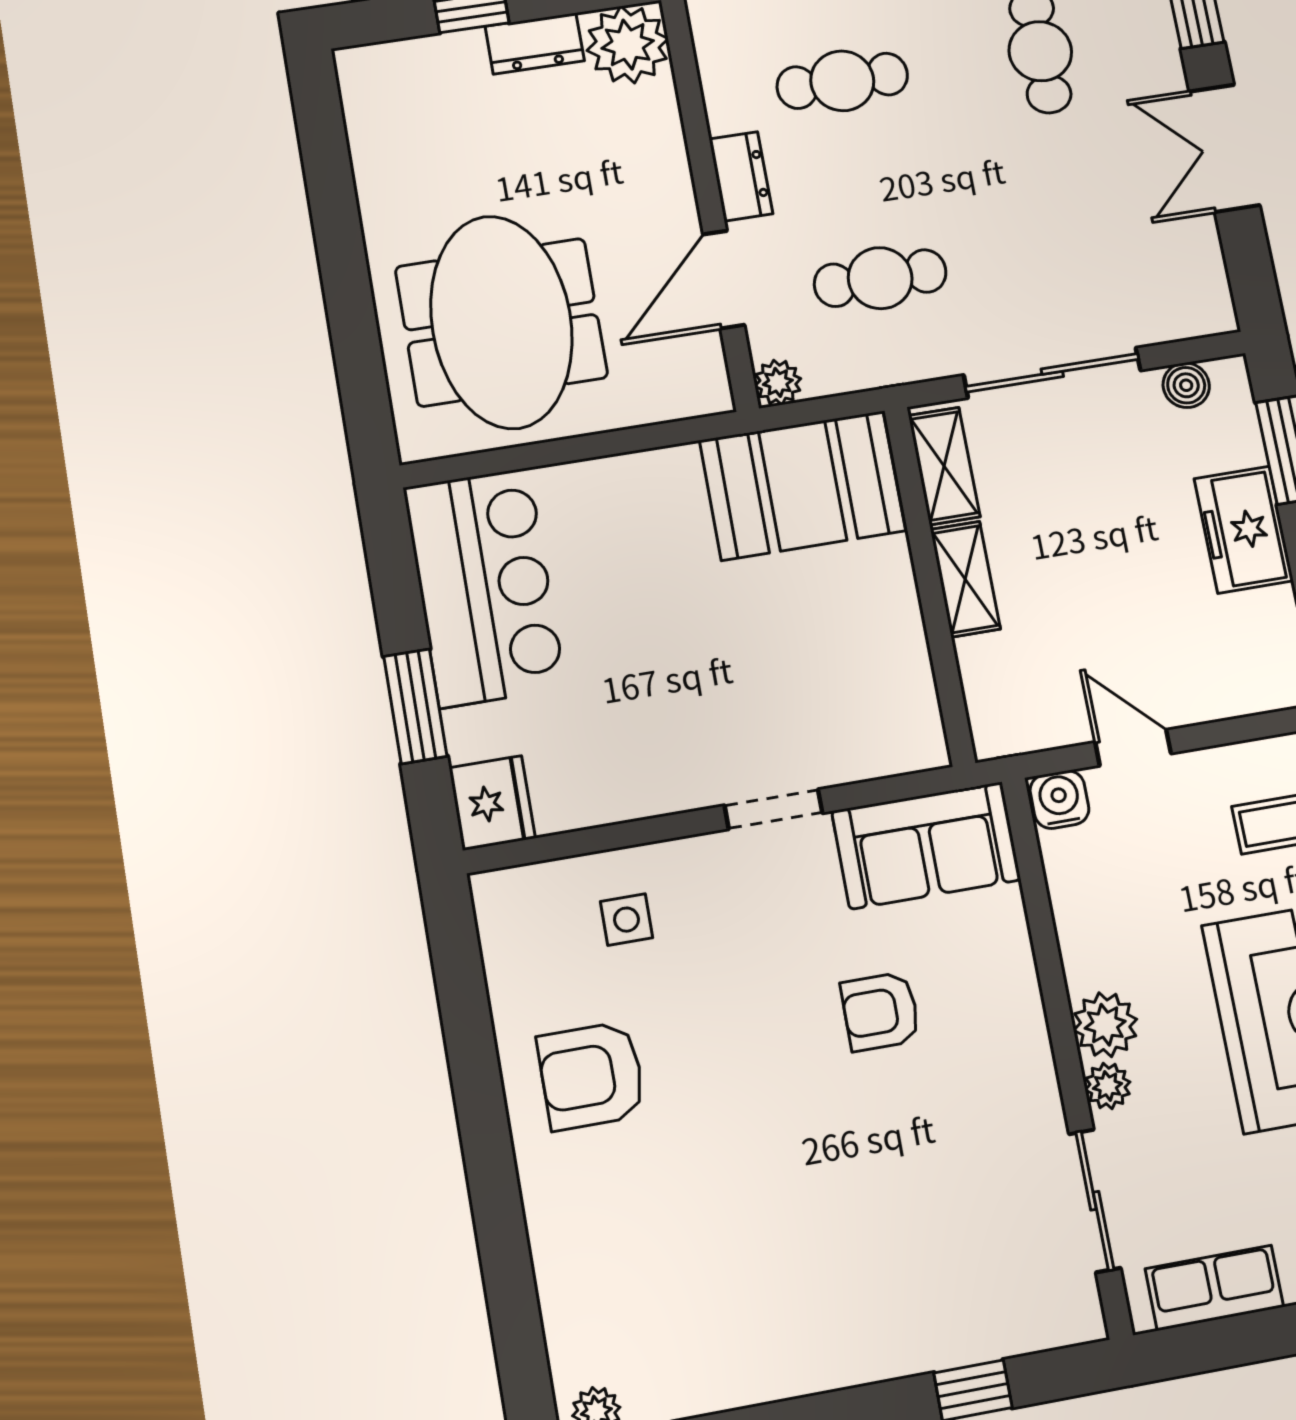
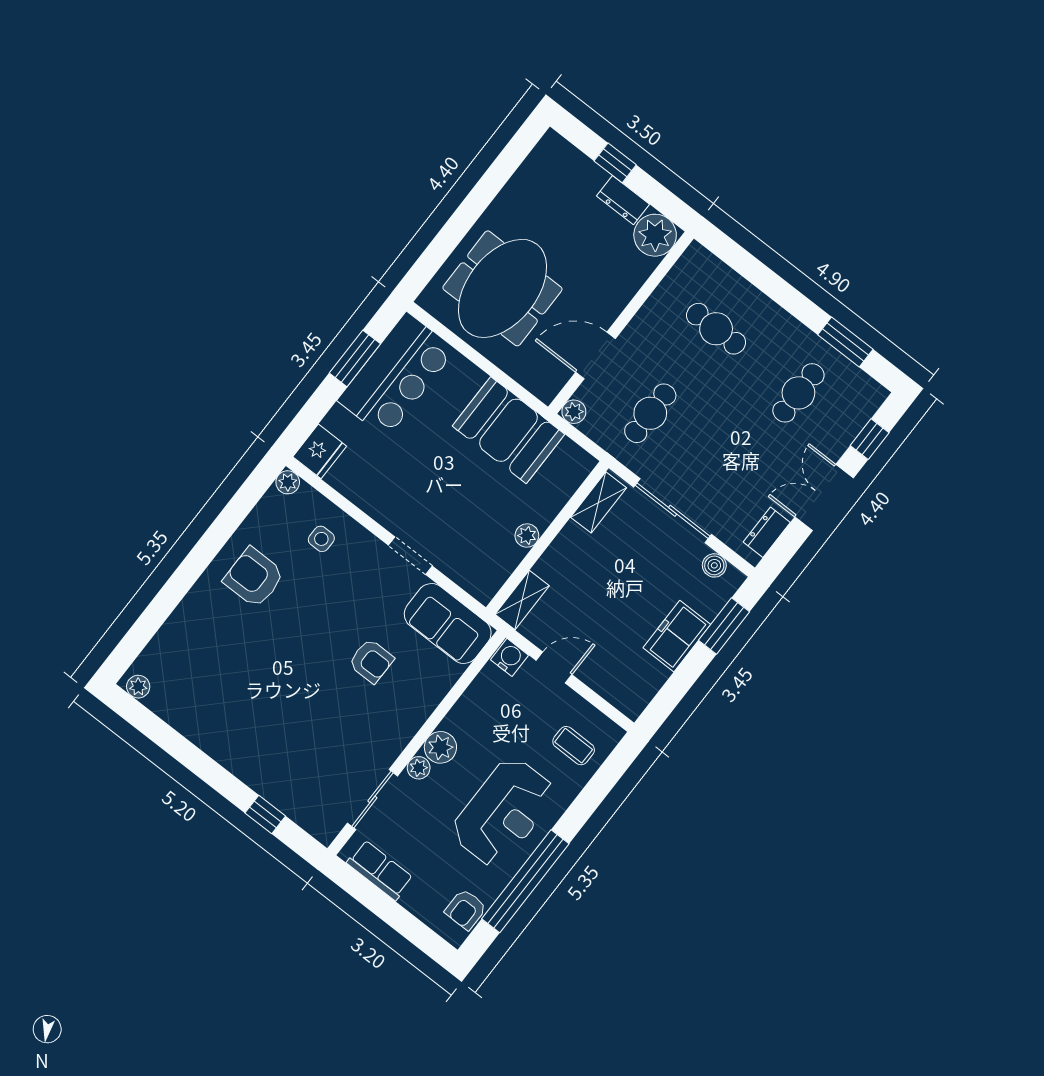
dresser: (741, 176) -> (767, 532), moved, turned 180
cafe table: (880, 278) -> (650, 413), turned 90
booth: (803, 486) -> (509, 430), moved
shelving: (965, 579) -> (522, 600), moved
plant: (899, 612) -> (527, 536), added
window: (415, 706) -> (355, 358), moved
door: (1133, 748) -> (554, 668), hinge flipped
plant: (494, 893) -> (288, 482), added
armchair: (880, 1012) -> (371, 661), turned 180

